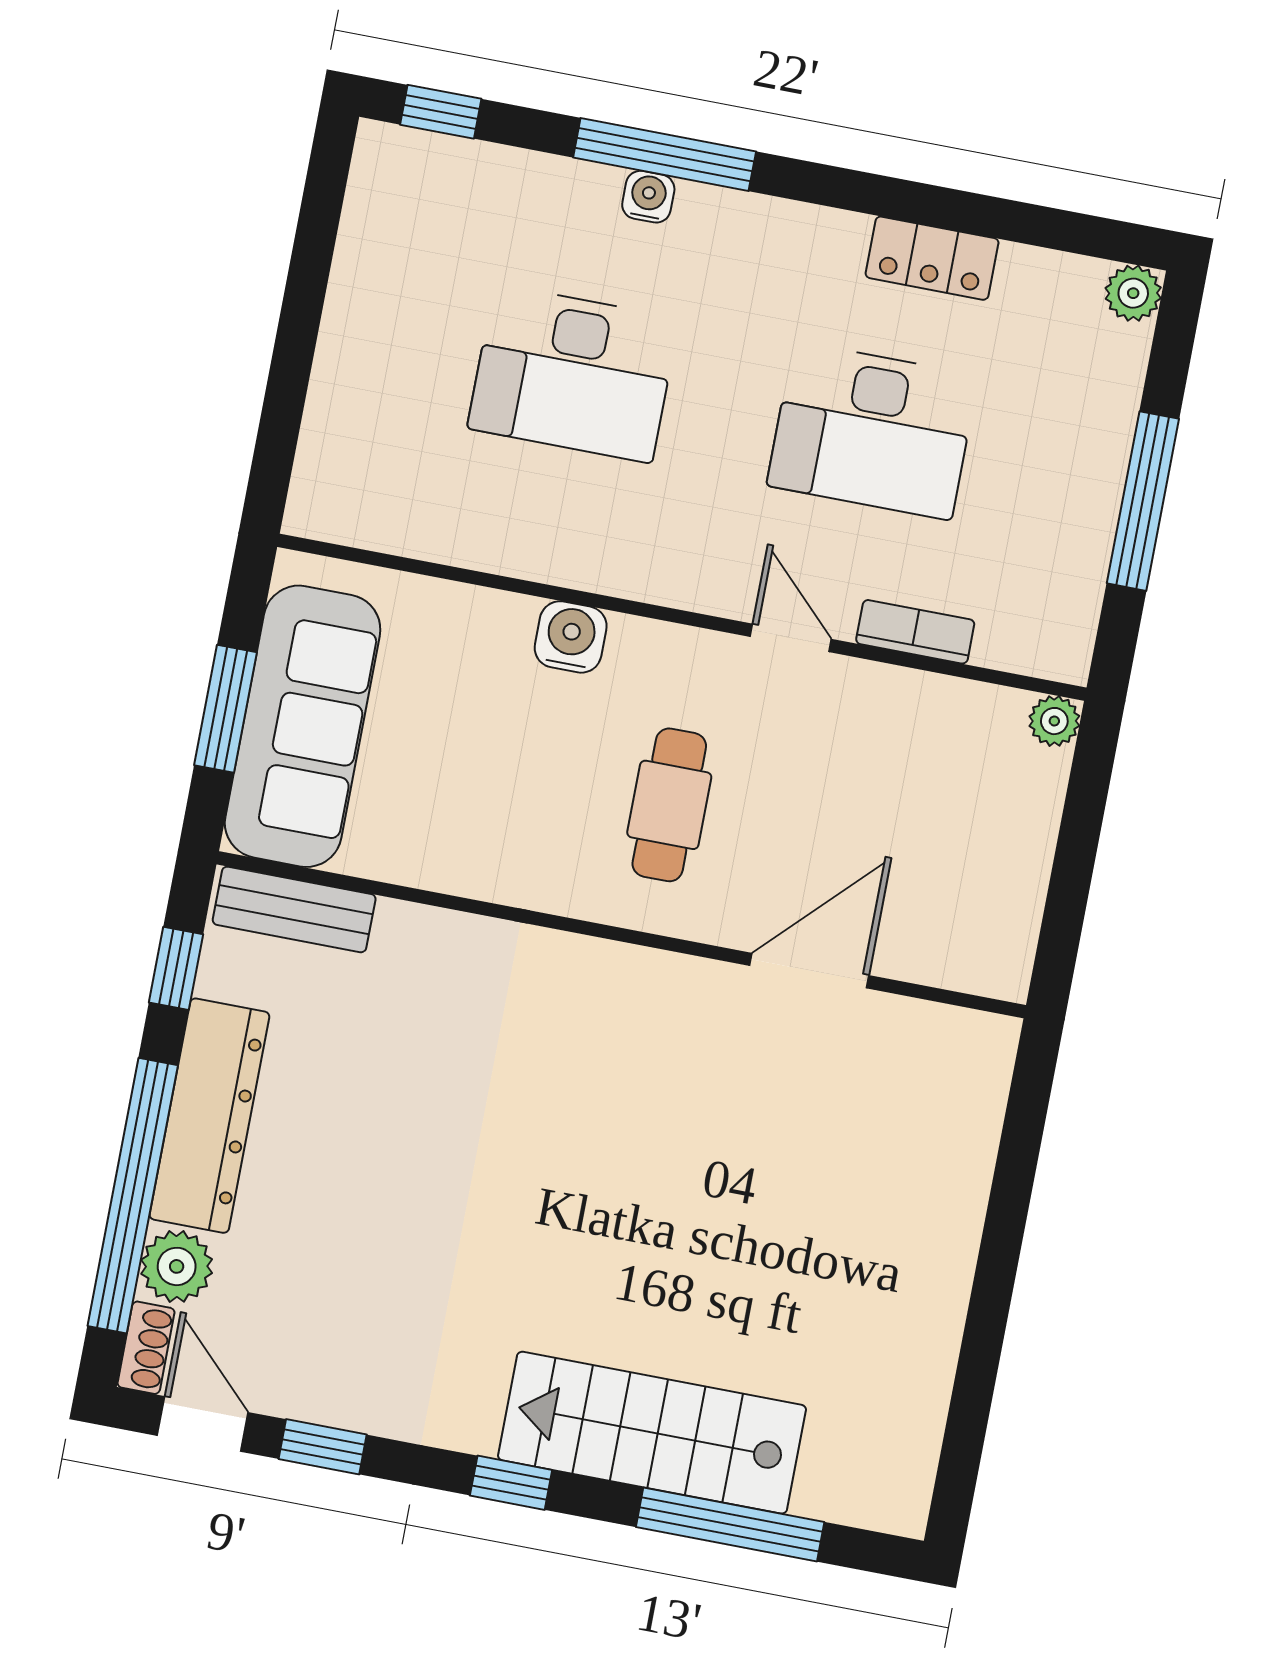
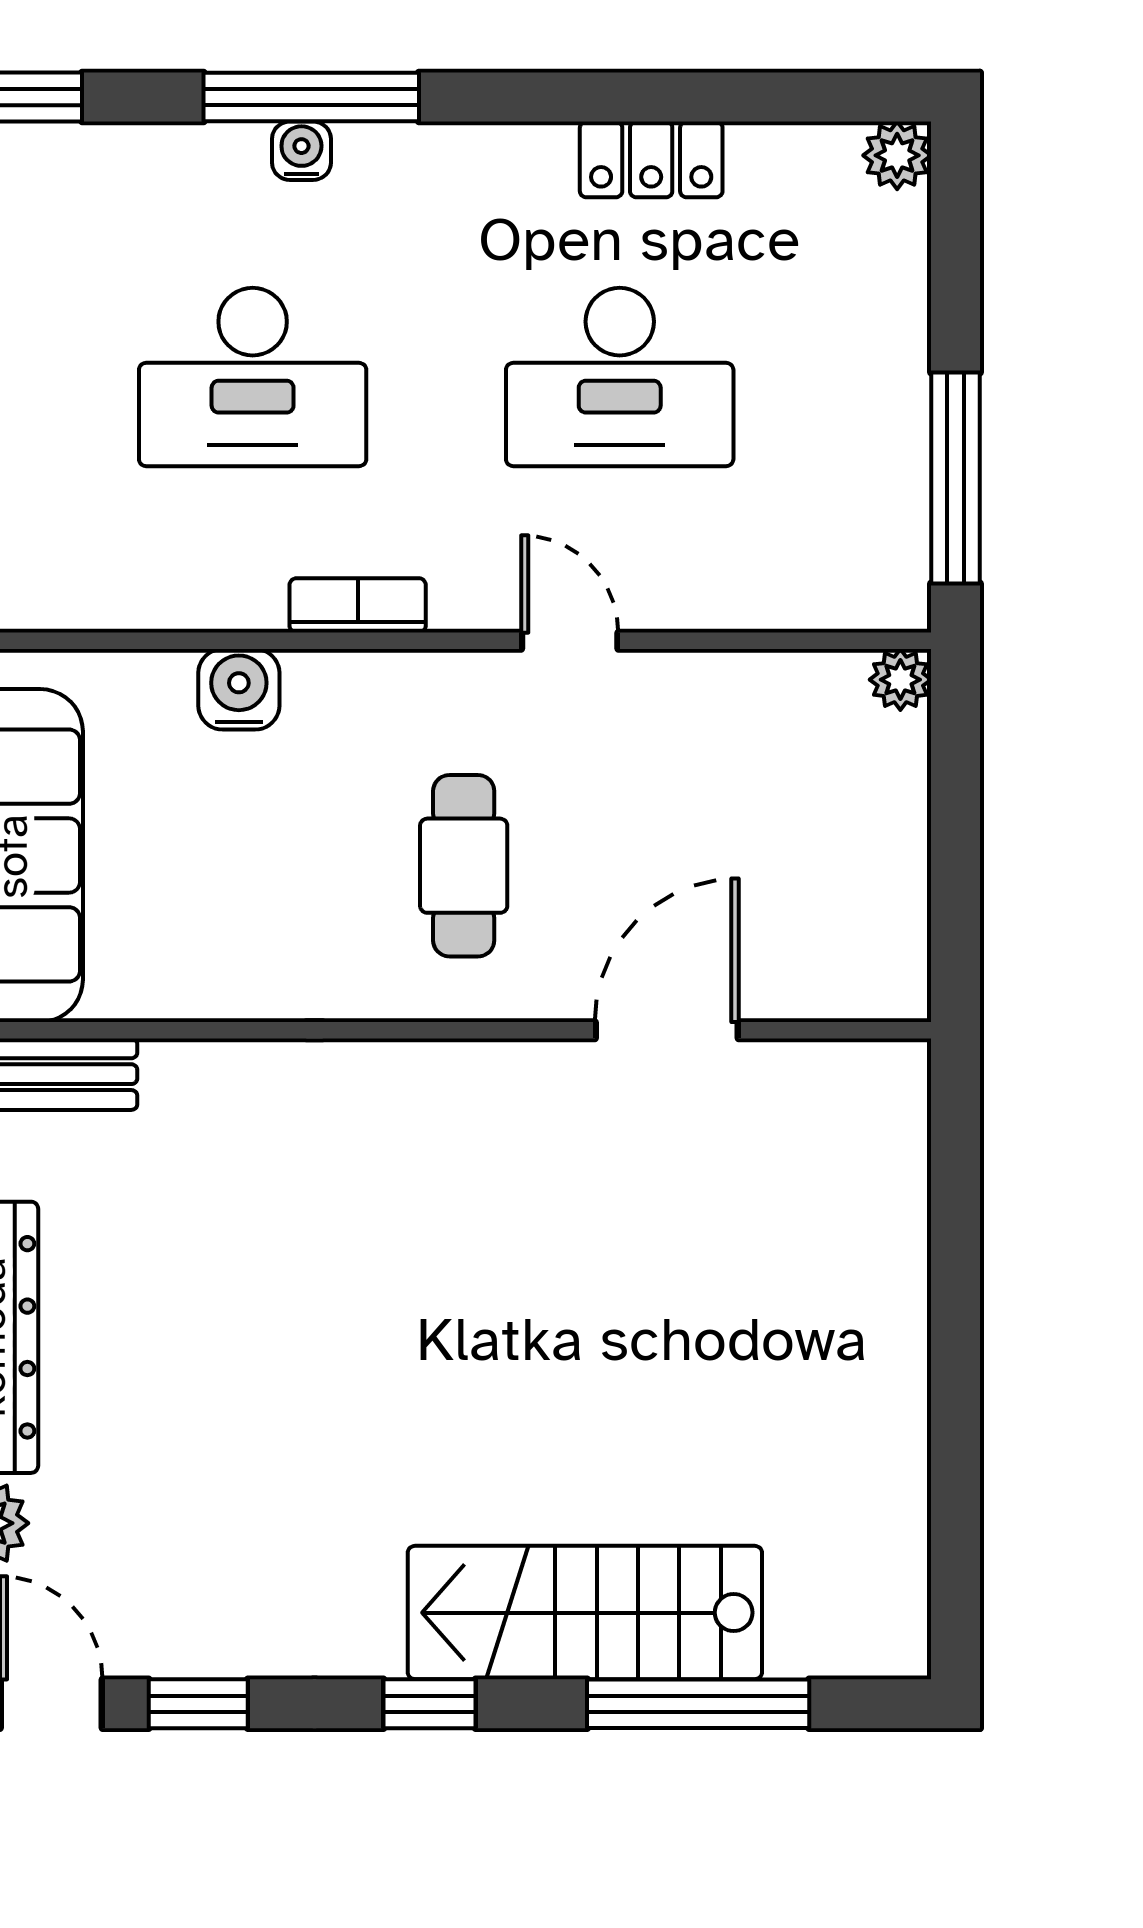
window: (1143, 501) -> (955, 478), moved
bookcase: (915, 632) -> (358, 605), moved
water cooler: (571, 637) -> (239, 689), moved

